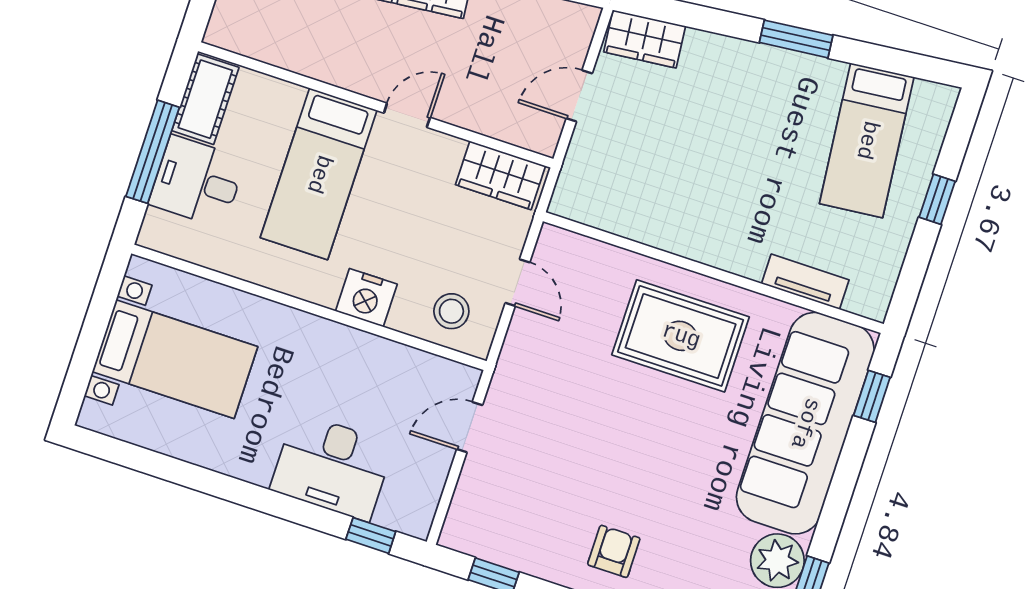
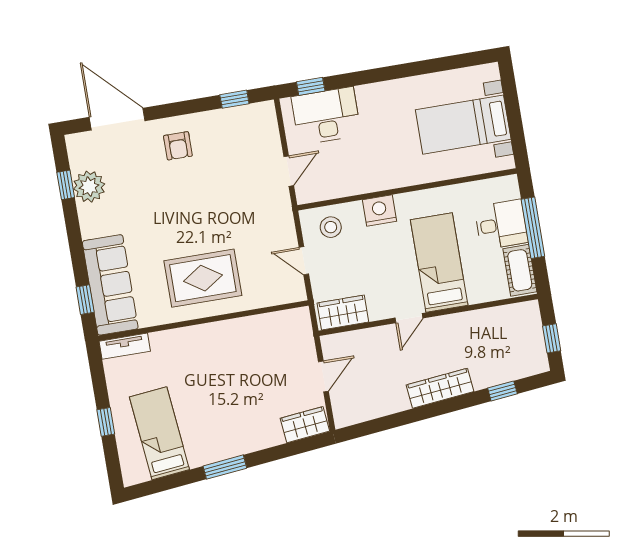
tv unit: (805, 282) -> (125, 346), moved
sofa: (805, 423) -> (110, 285), width x0.74, depth x0.79
desk: (332, 467) -> (326, 116), moved

